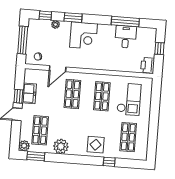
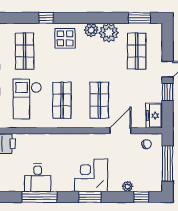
window: (73, 18) -> (90, 197), moved
freezer: (29, 93) -> (154, 116), moved
plant: (24, 146) -> (91, 30), moved

